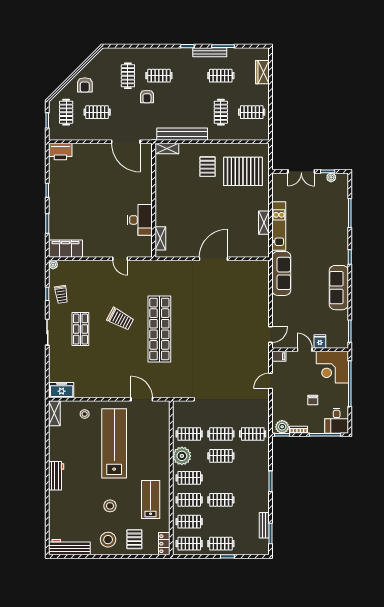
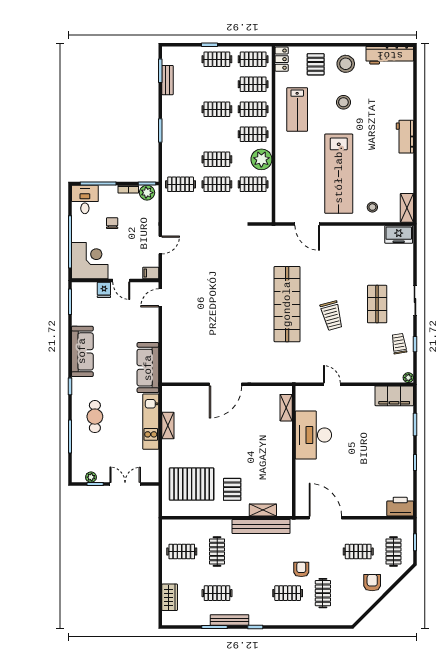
shelving: (167, 149) -> (263, 510), moved
desk: (140, 220) -> (313, 435), width x1.36, depth x1.30
cafe table: (328, 230) -> (95, 417), added
trolley: (120, 319) -> (332, 316), turned -133

